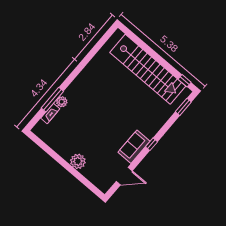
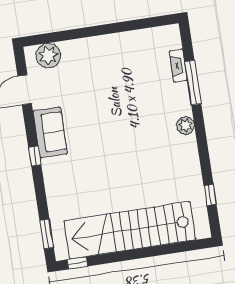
window: (98, 46) -> (210, 195), added
plant: (62, 102) -> (186, 125), moved
plant: (78, 161) -> (48, 55), moved

